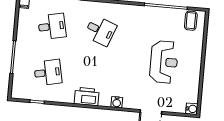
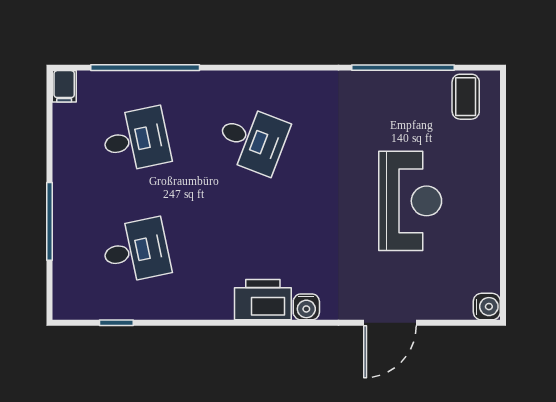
printer: (87, 97) -> (263, 300), moved

